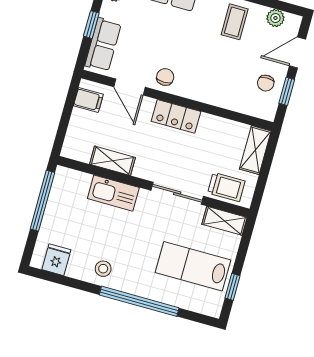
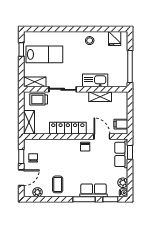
window: (91, 25) -> (130, 152), moved
locker: (176, 116) -> (68, 128), width x1.53
window: (139, 301) -> (67, 29), removed

